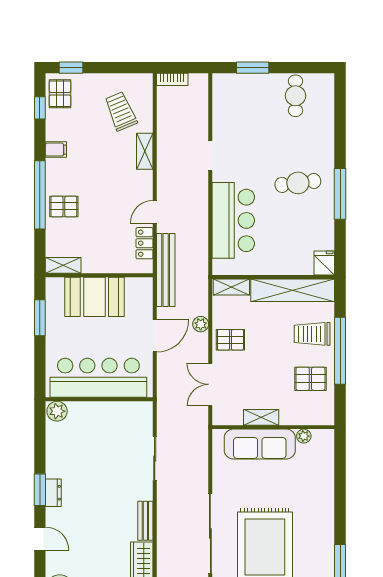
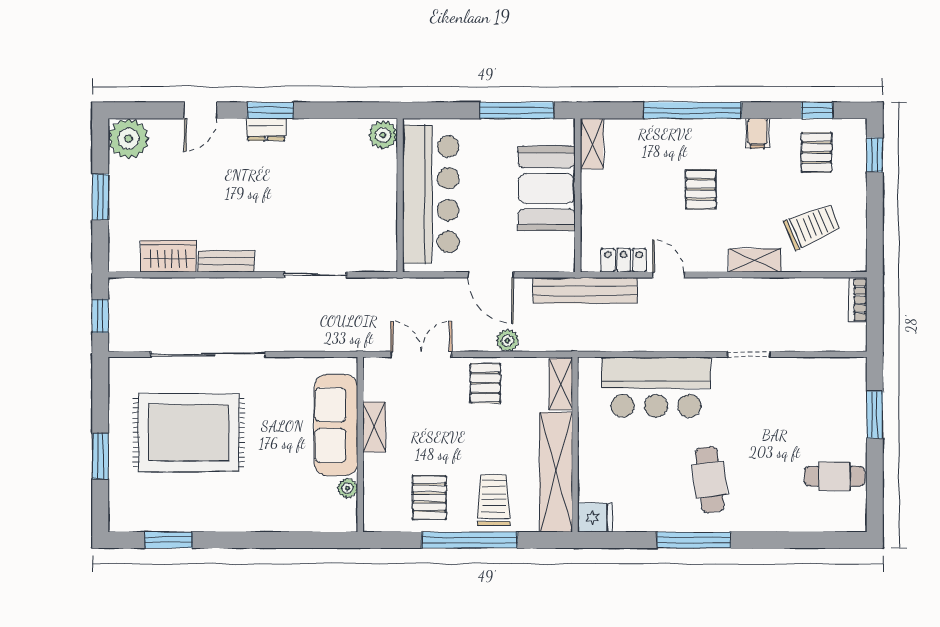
pallet: (60, 94) -> (817, 152), moved, turned 90
pallet: (64, 206) -> (701, 189), moved
window: (40, 318) -> (517, 110), width x1.44

